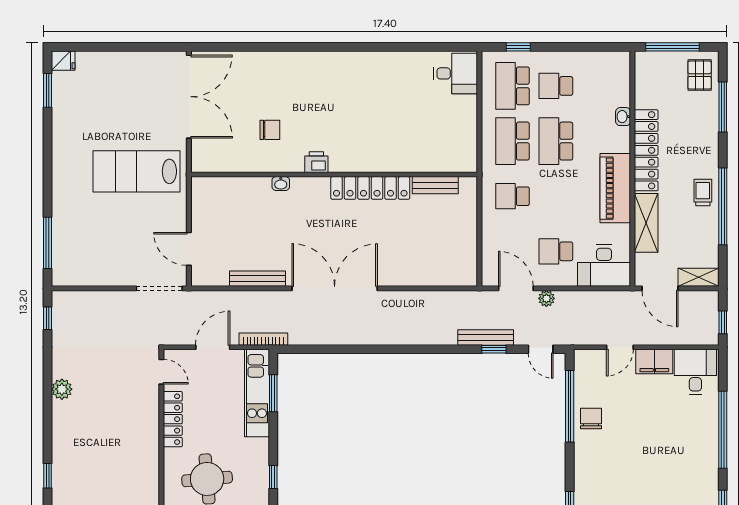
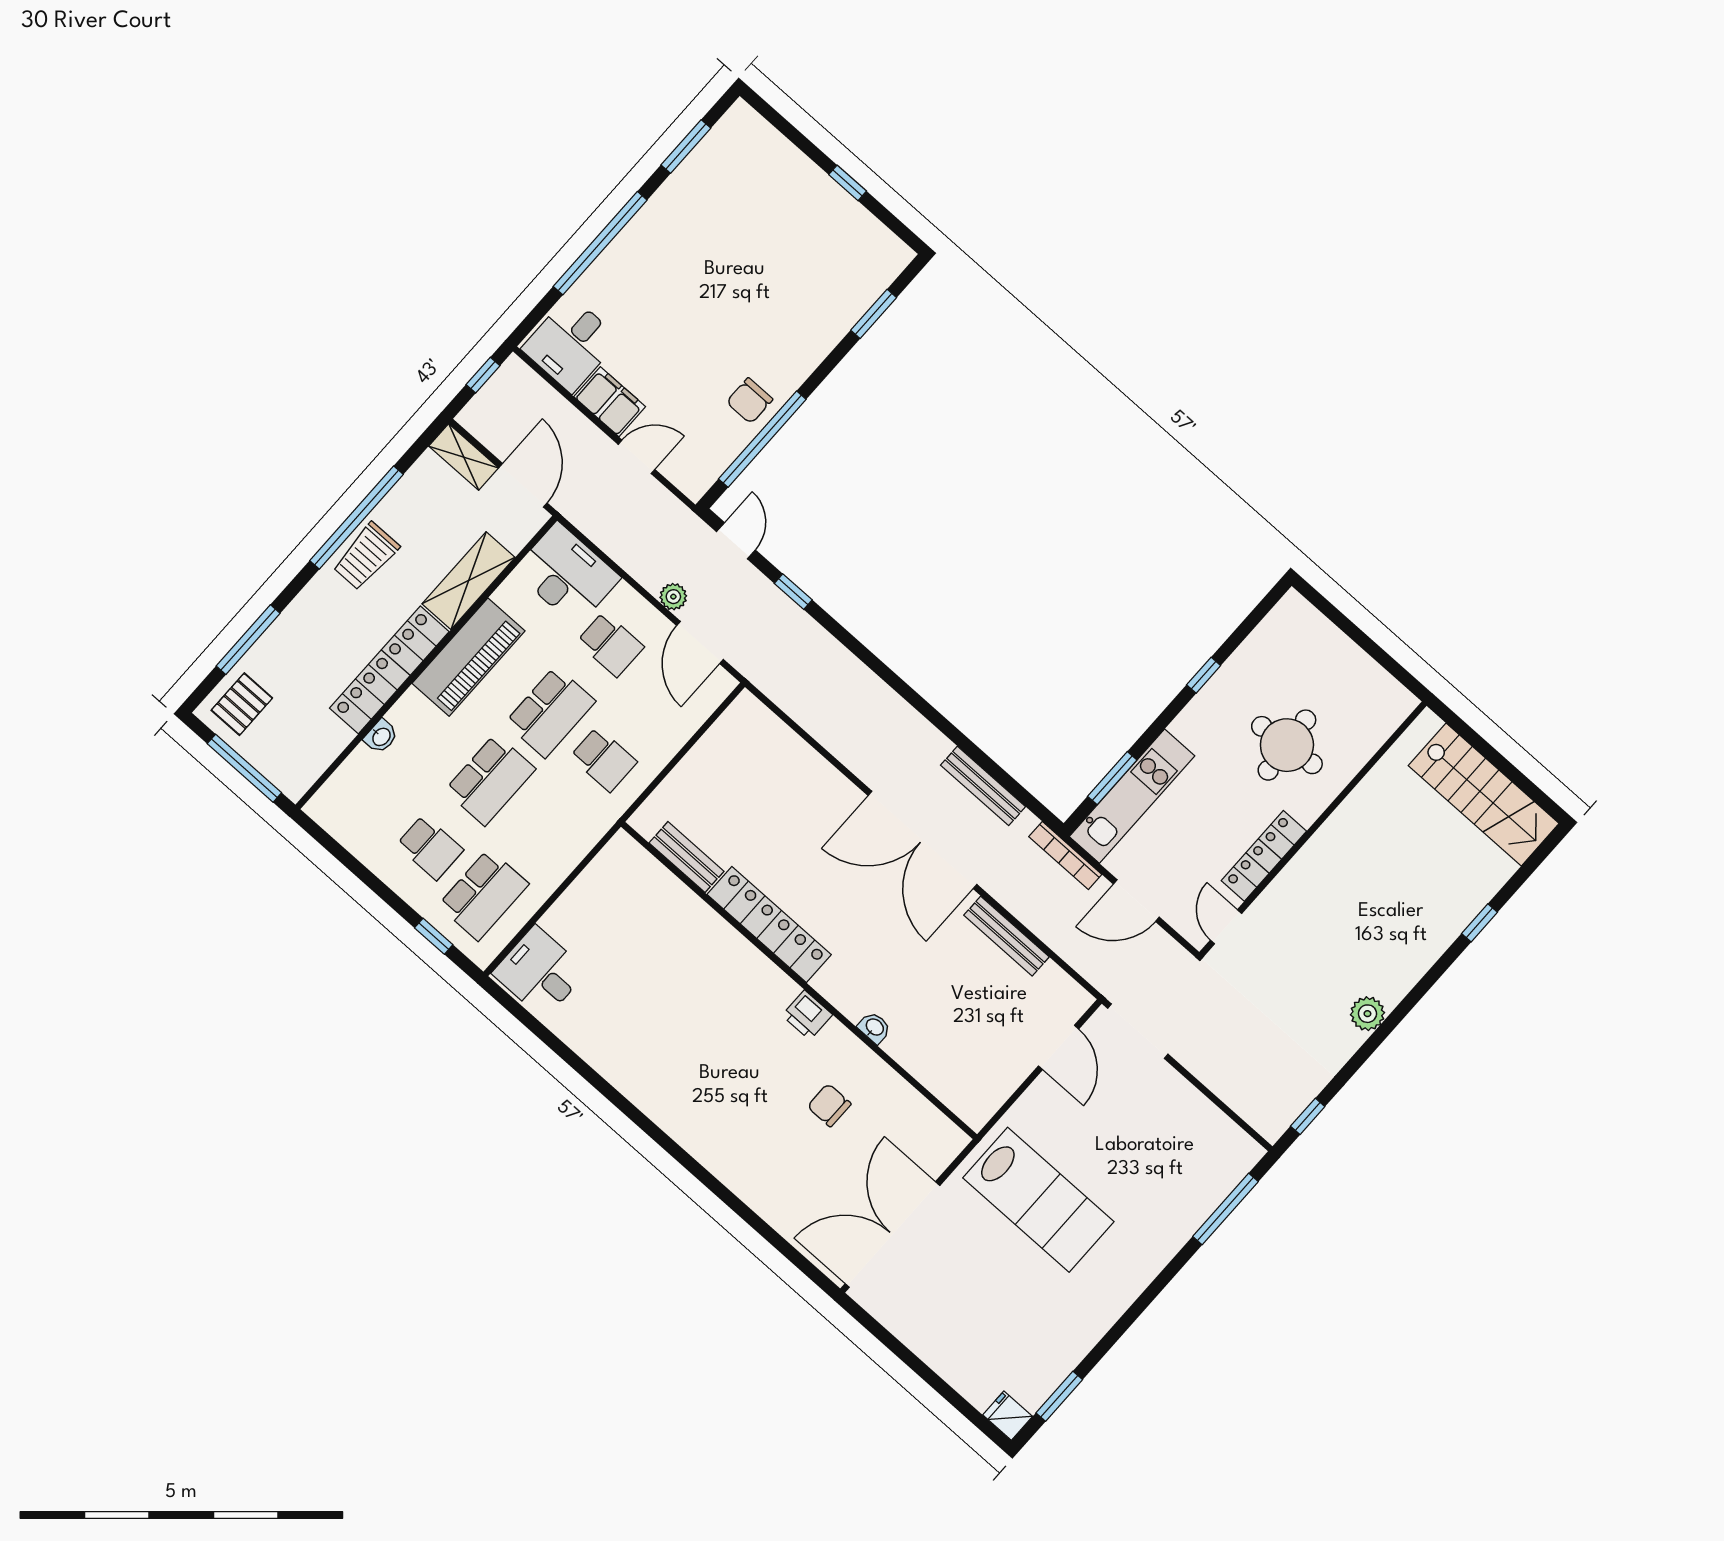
school desk: (513, 141) -> (550, 712), moved
trolley: (703, 193) -> (366, 556), width x1.36, depth x1.39
bench: (486, 338) -> (983, 786), moved

